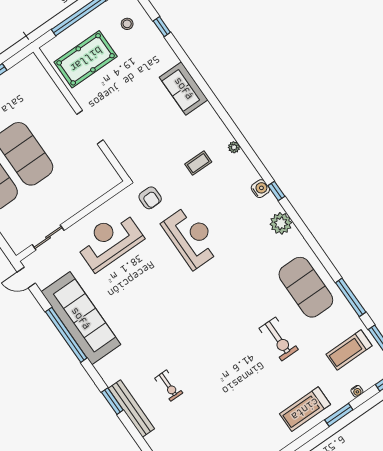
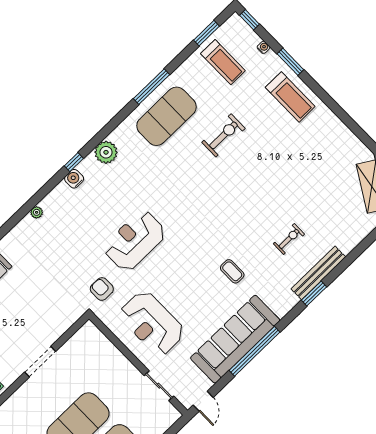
coffee table: (198, 163) -> (232, 271), moved
armchair: (150, 198) -> (102, 289), turned -90
window: (351, 297) -> (151, 87), moved

